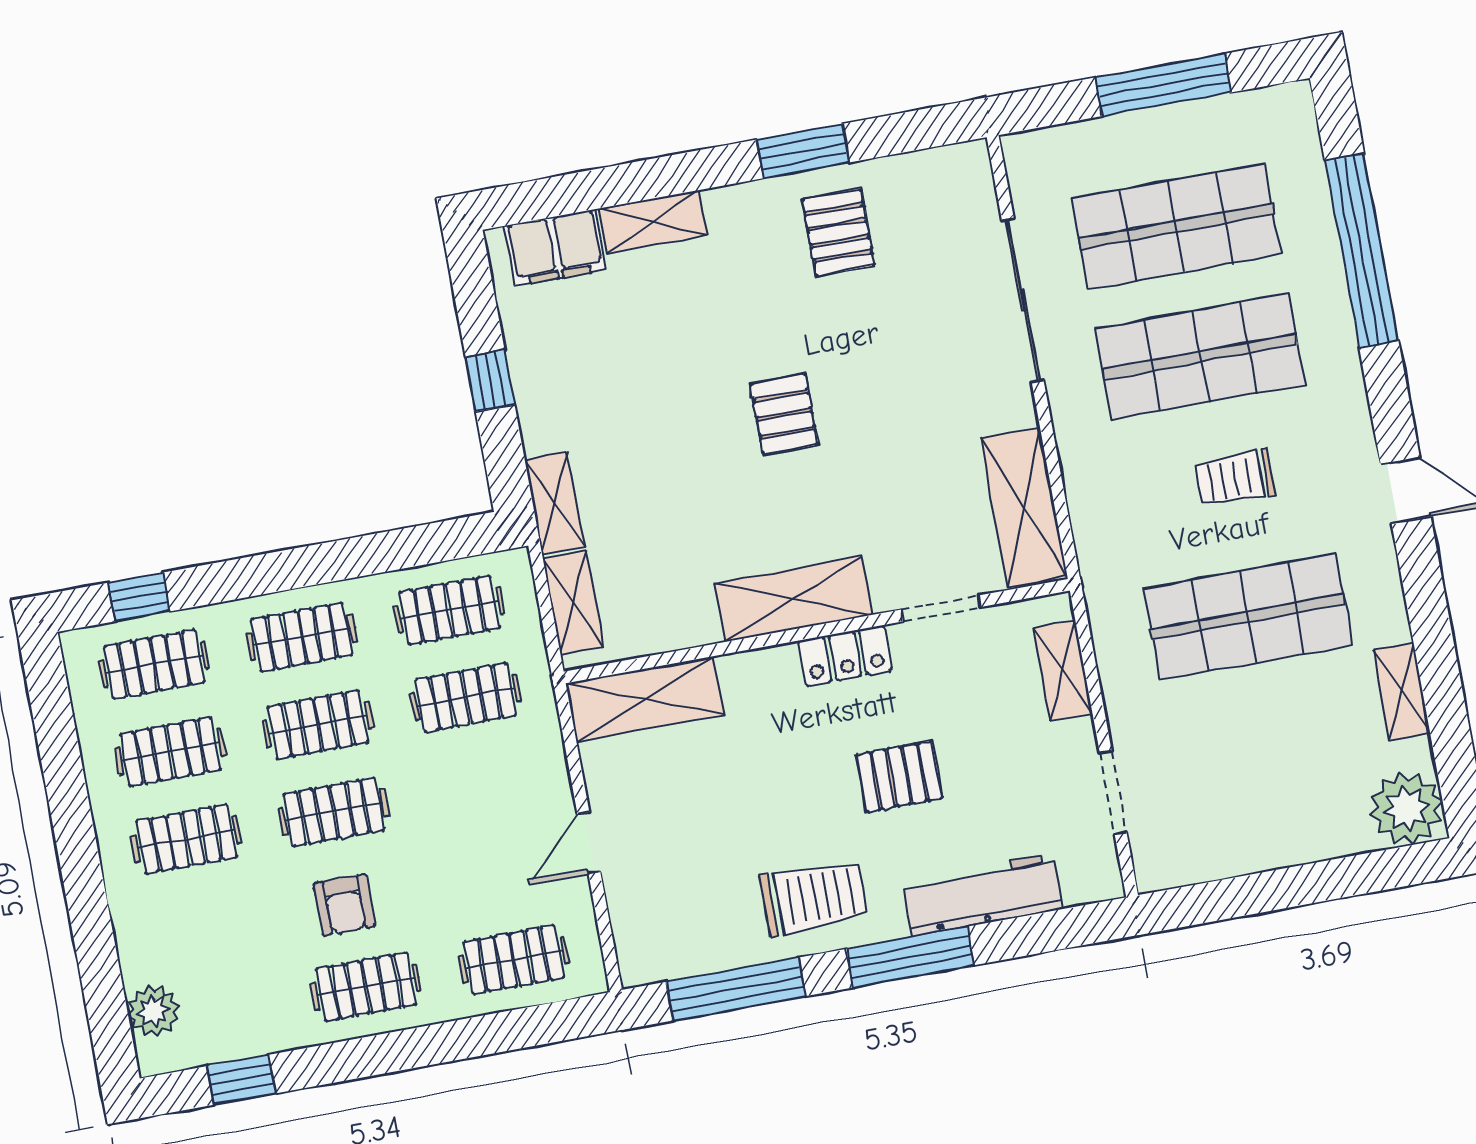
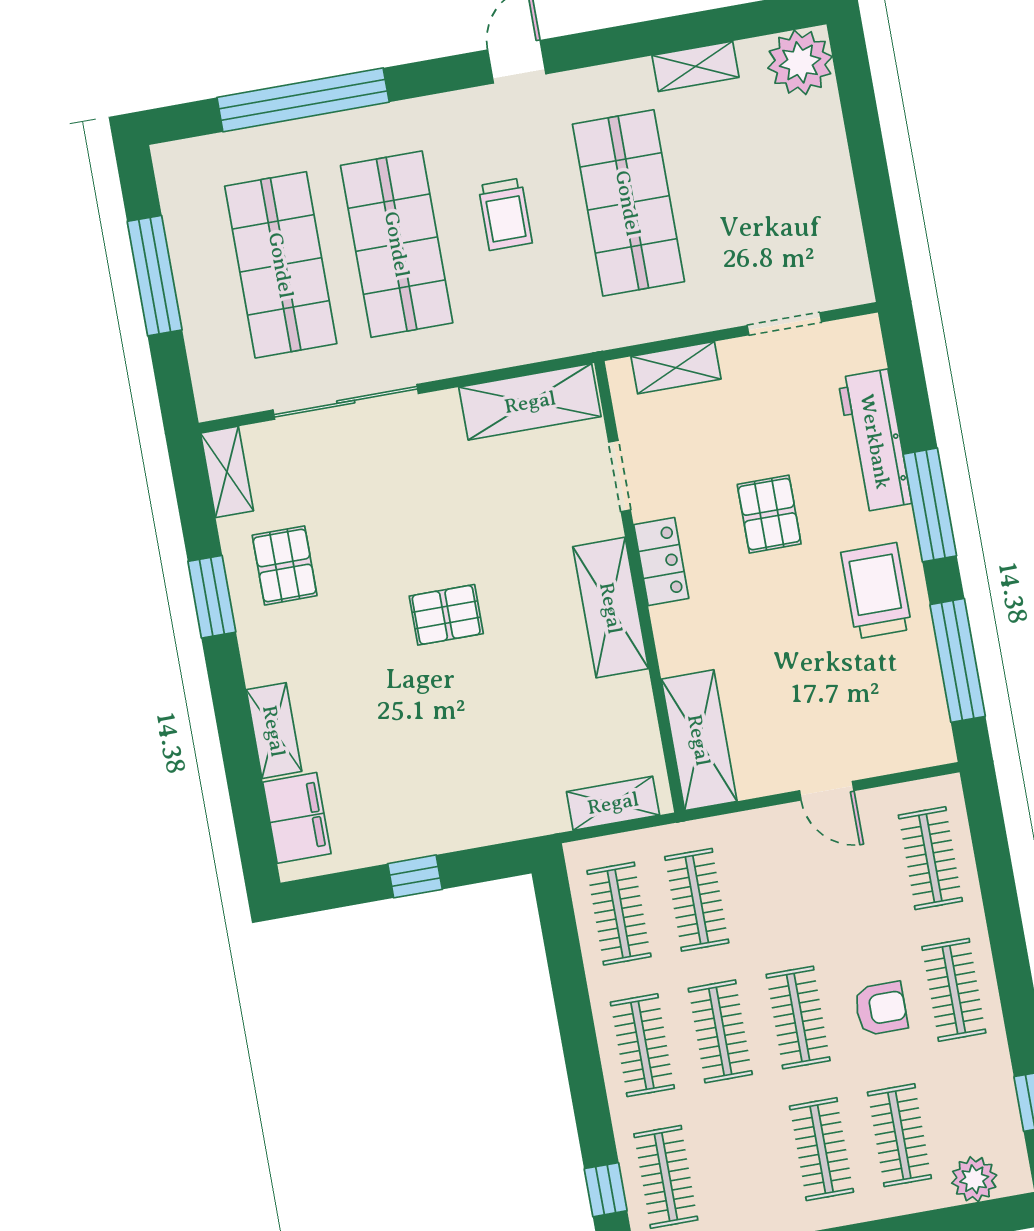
pallet: (839, 233) -> (285, 565), turned 90
shelving: (555, 503) -> (227, 472), moved, turned 90
clothes rail: (170, 752) -> (899, 1135), moved

